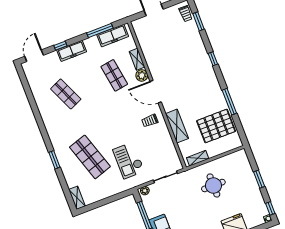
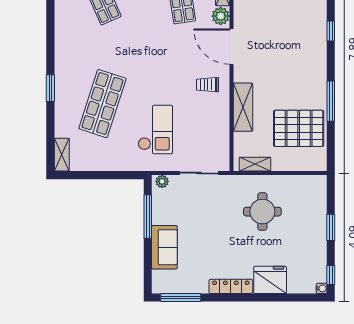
shop shelf: (90, 157) -> (102, 104), turned 36
checkout: (129, 160) -> (155, 130), turned 180

